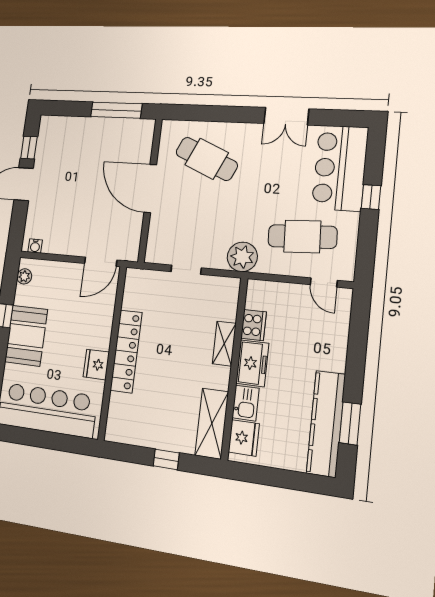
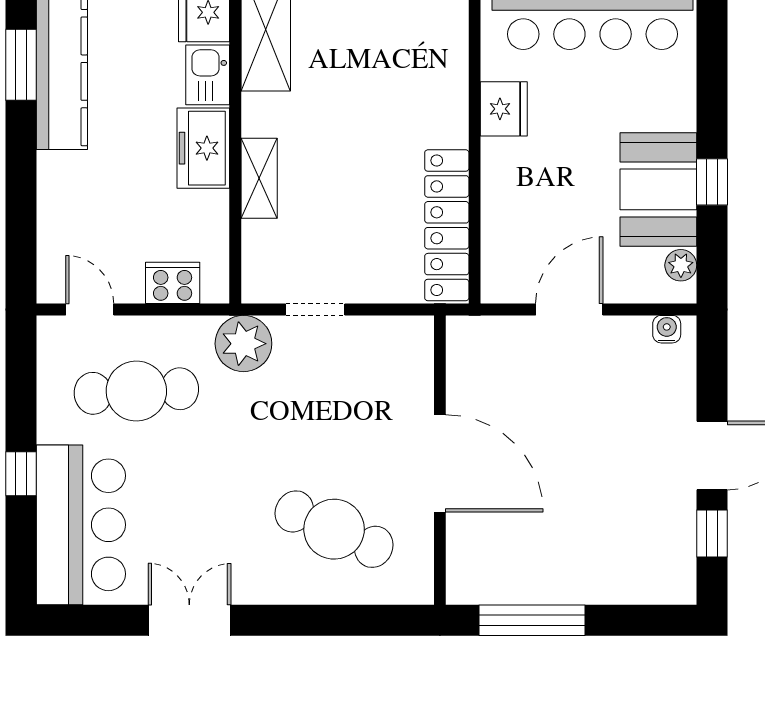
door: (101, 262) -> (569, 310), moved
doorway: (186, 270) -> (315, 310), moved
cooker: (254, 325) -> (173, 283), moved, turned 90
booth: (26, 336) -> (658, 189), moved
locker: (126, 351) -> (447, 225), moved

